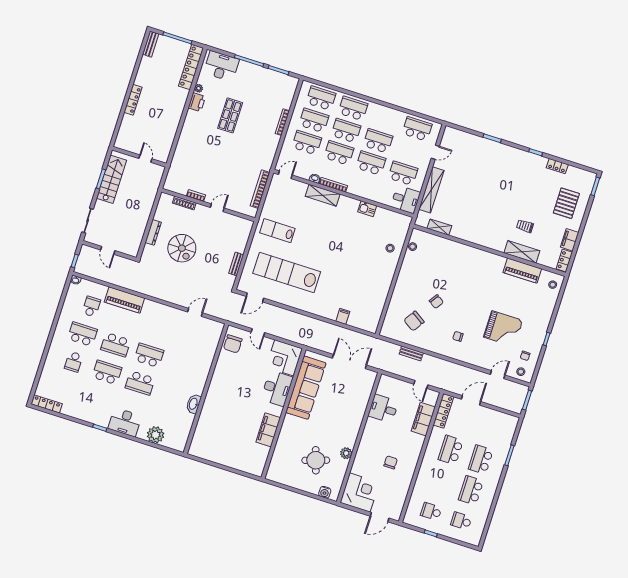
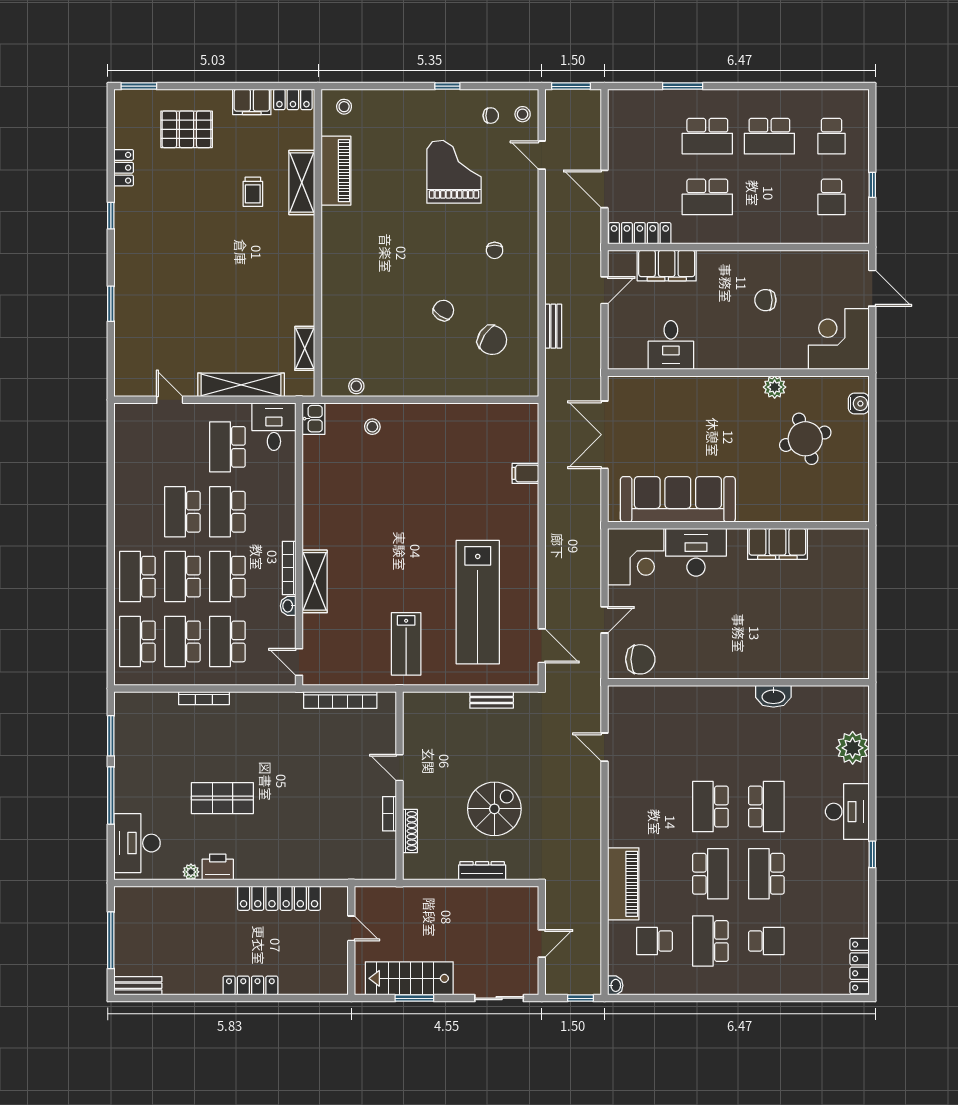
locker: (191, 67) -> (279, 898), moved
school desk: (417, 129) -> (137, 447), removed
door: (145, 159) -> (351, 928), swing flipped
kitchen sink: (367, 209) -> (314, 419), moved

